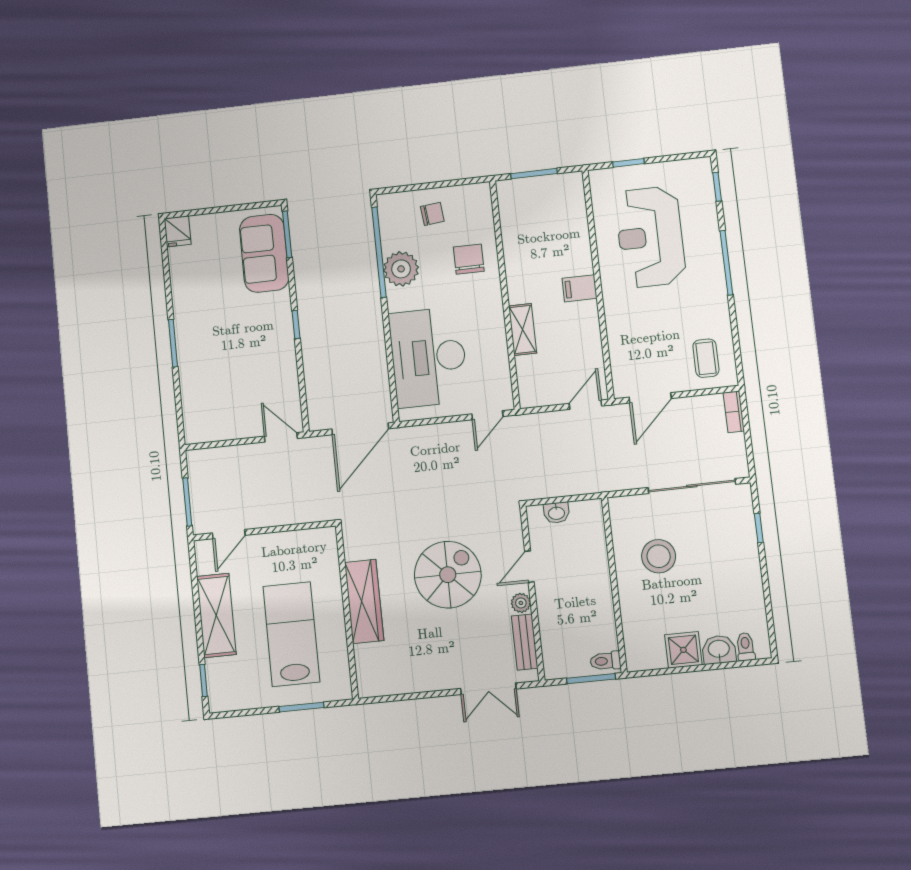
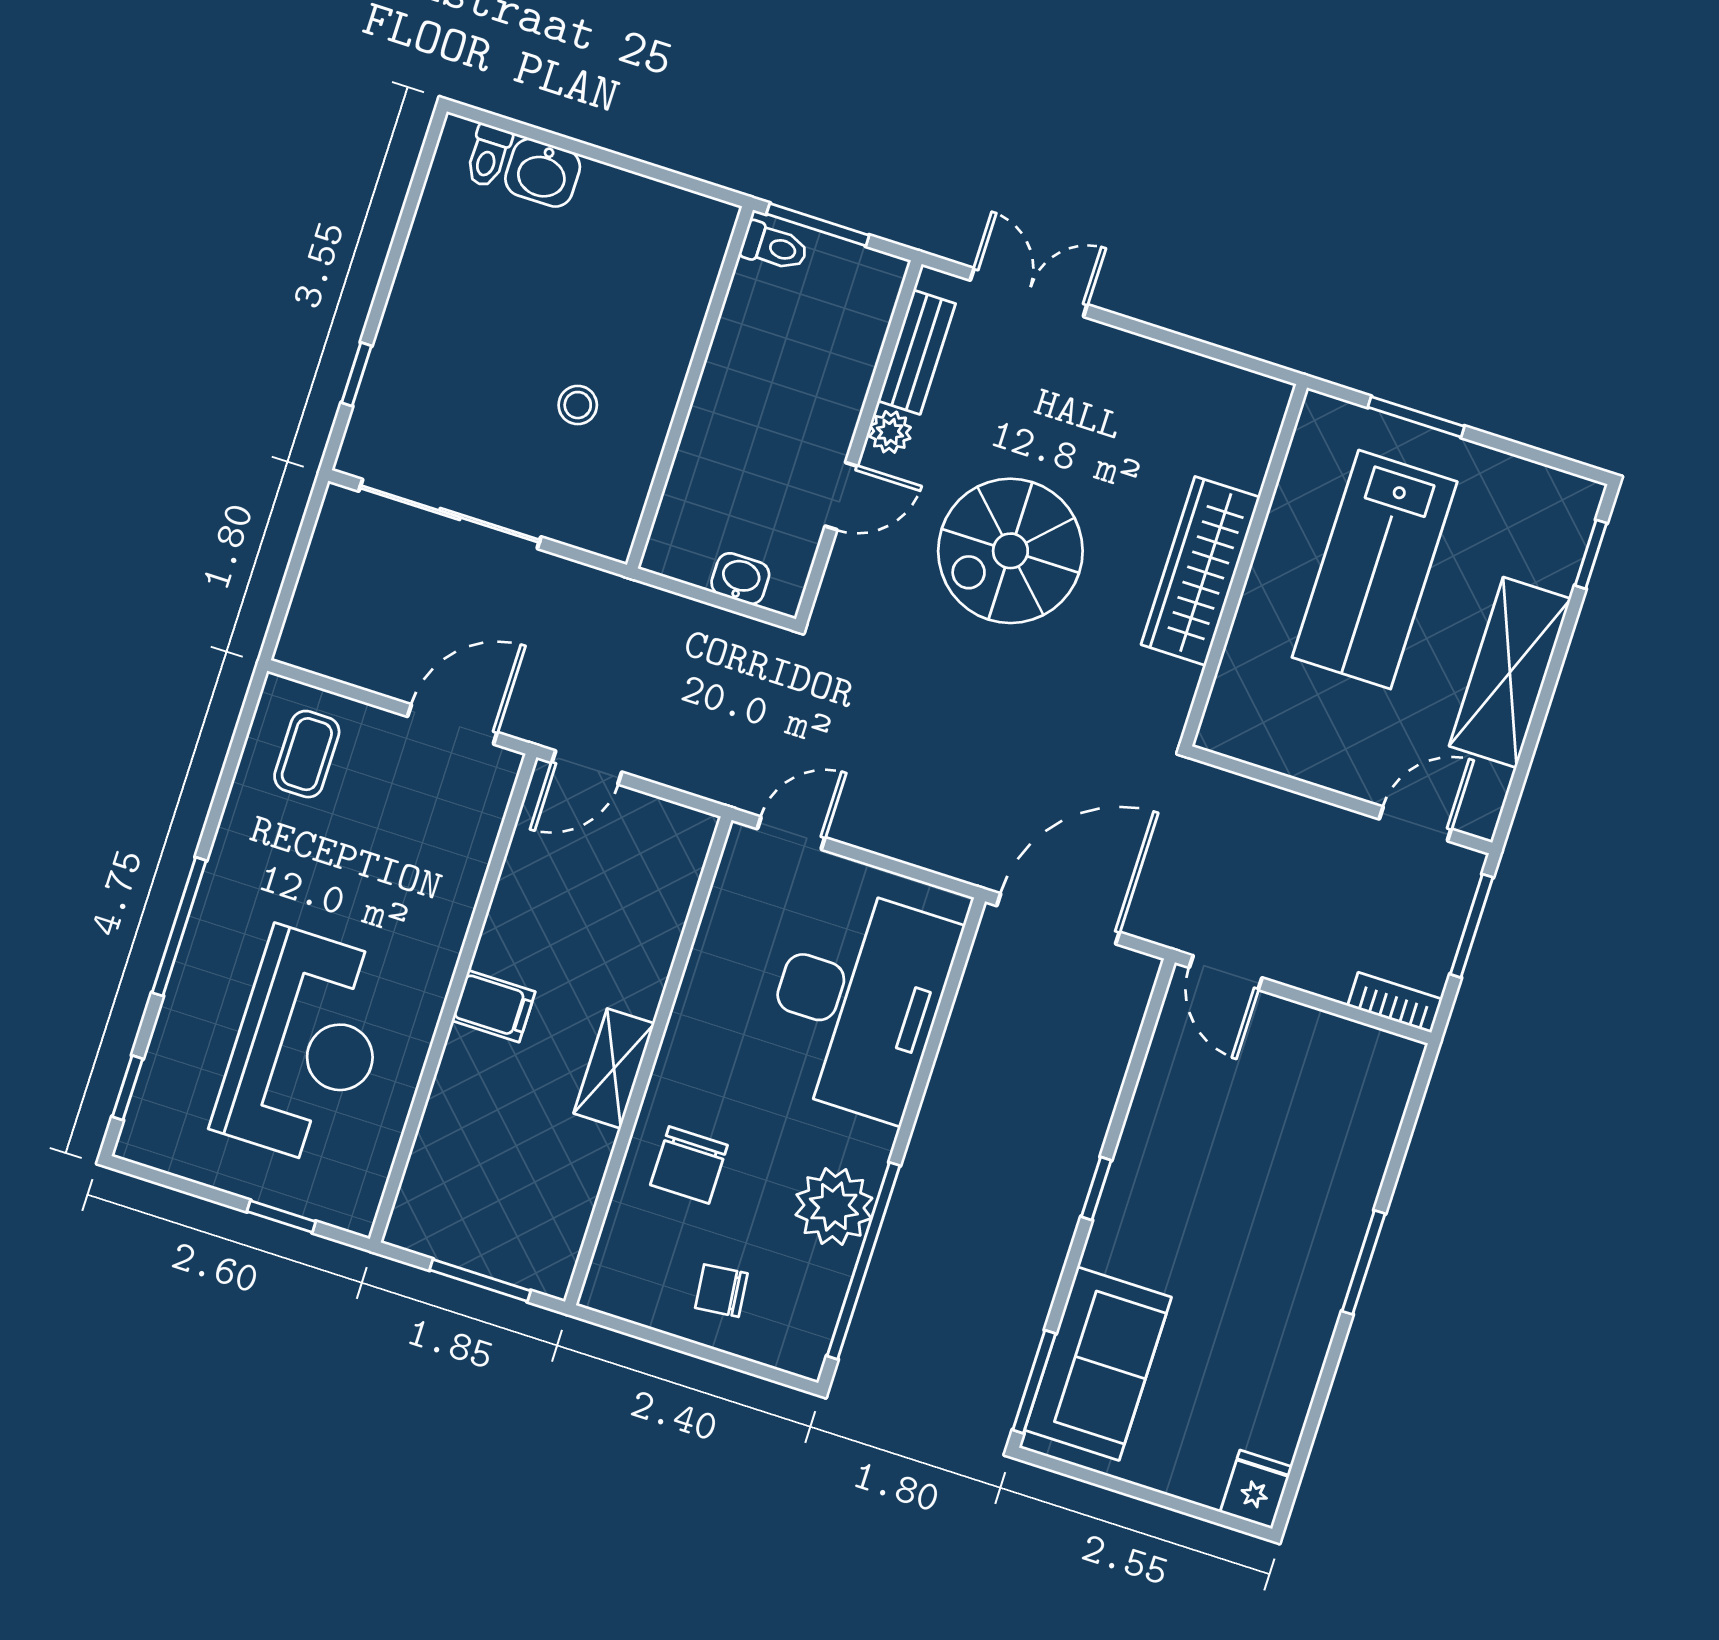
shelving: (523, 329) -> (614, 1068), moved
bookcase: (734, 412) -> (1395, 1003), moved, turned -90
stool: (659, 556) -> (578, 405), width x0.53, depth x0.53
shower: (683, 650) -> (612, 202), removed

